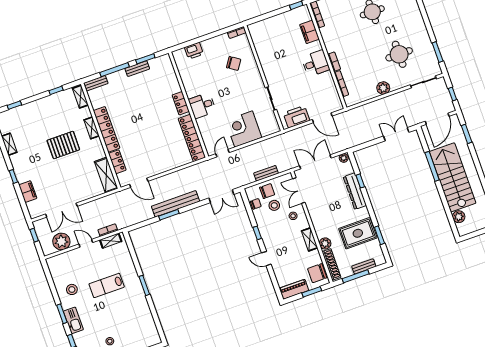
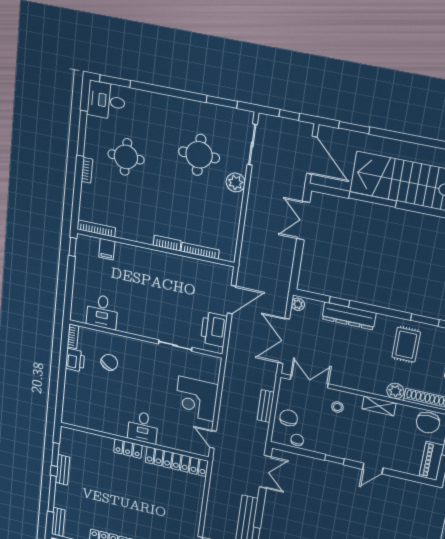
filing cabinet: (309, 32) -> (107, 249), width x0.50
printer: (194, 51) -> (75, 360), moved
desk: (316, 63) -> (102, 312), moved, turned 180
plant: (383, 88) -> (236, 182), moved
double door: (299, 191) -> (309, 382), swing flipped
stool: (274, 205) -> (311, 420), removed
rug: (358, 233) -> (406, 345), width x0.73, depth x0.70

